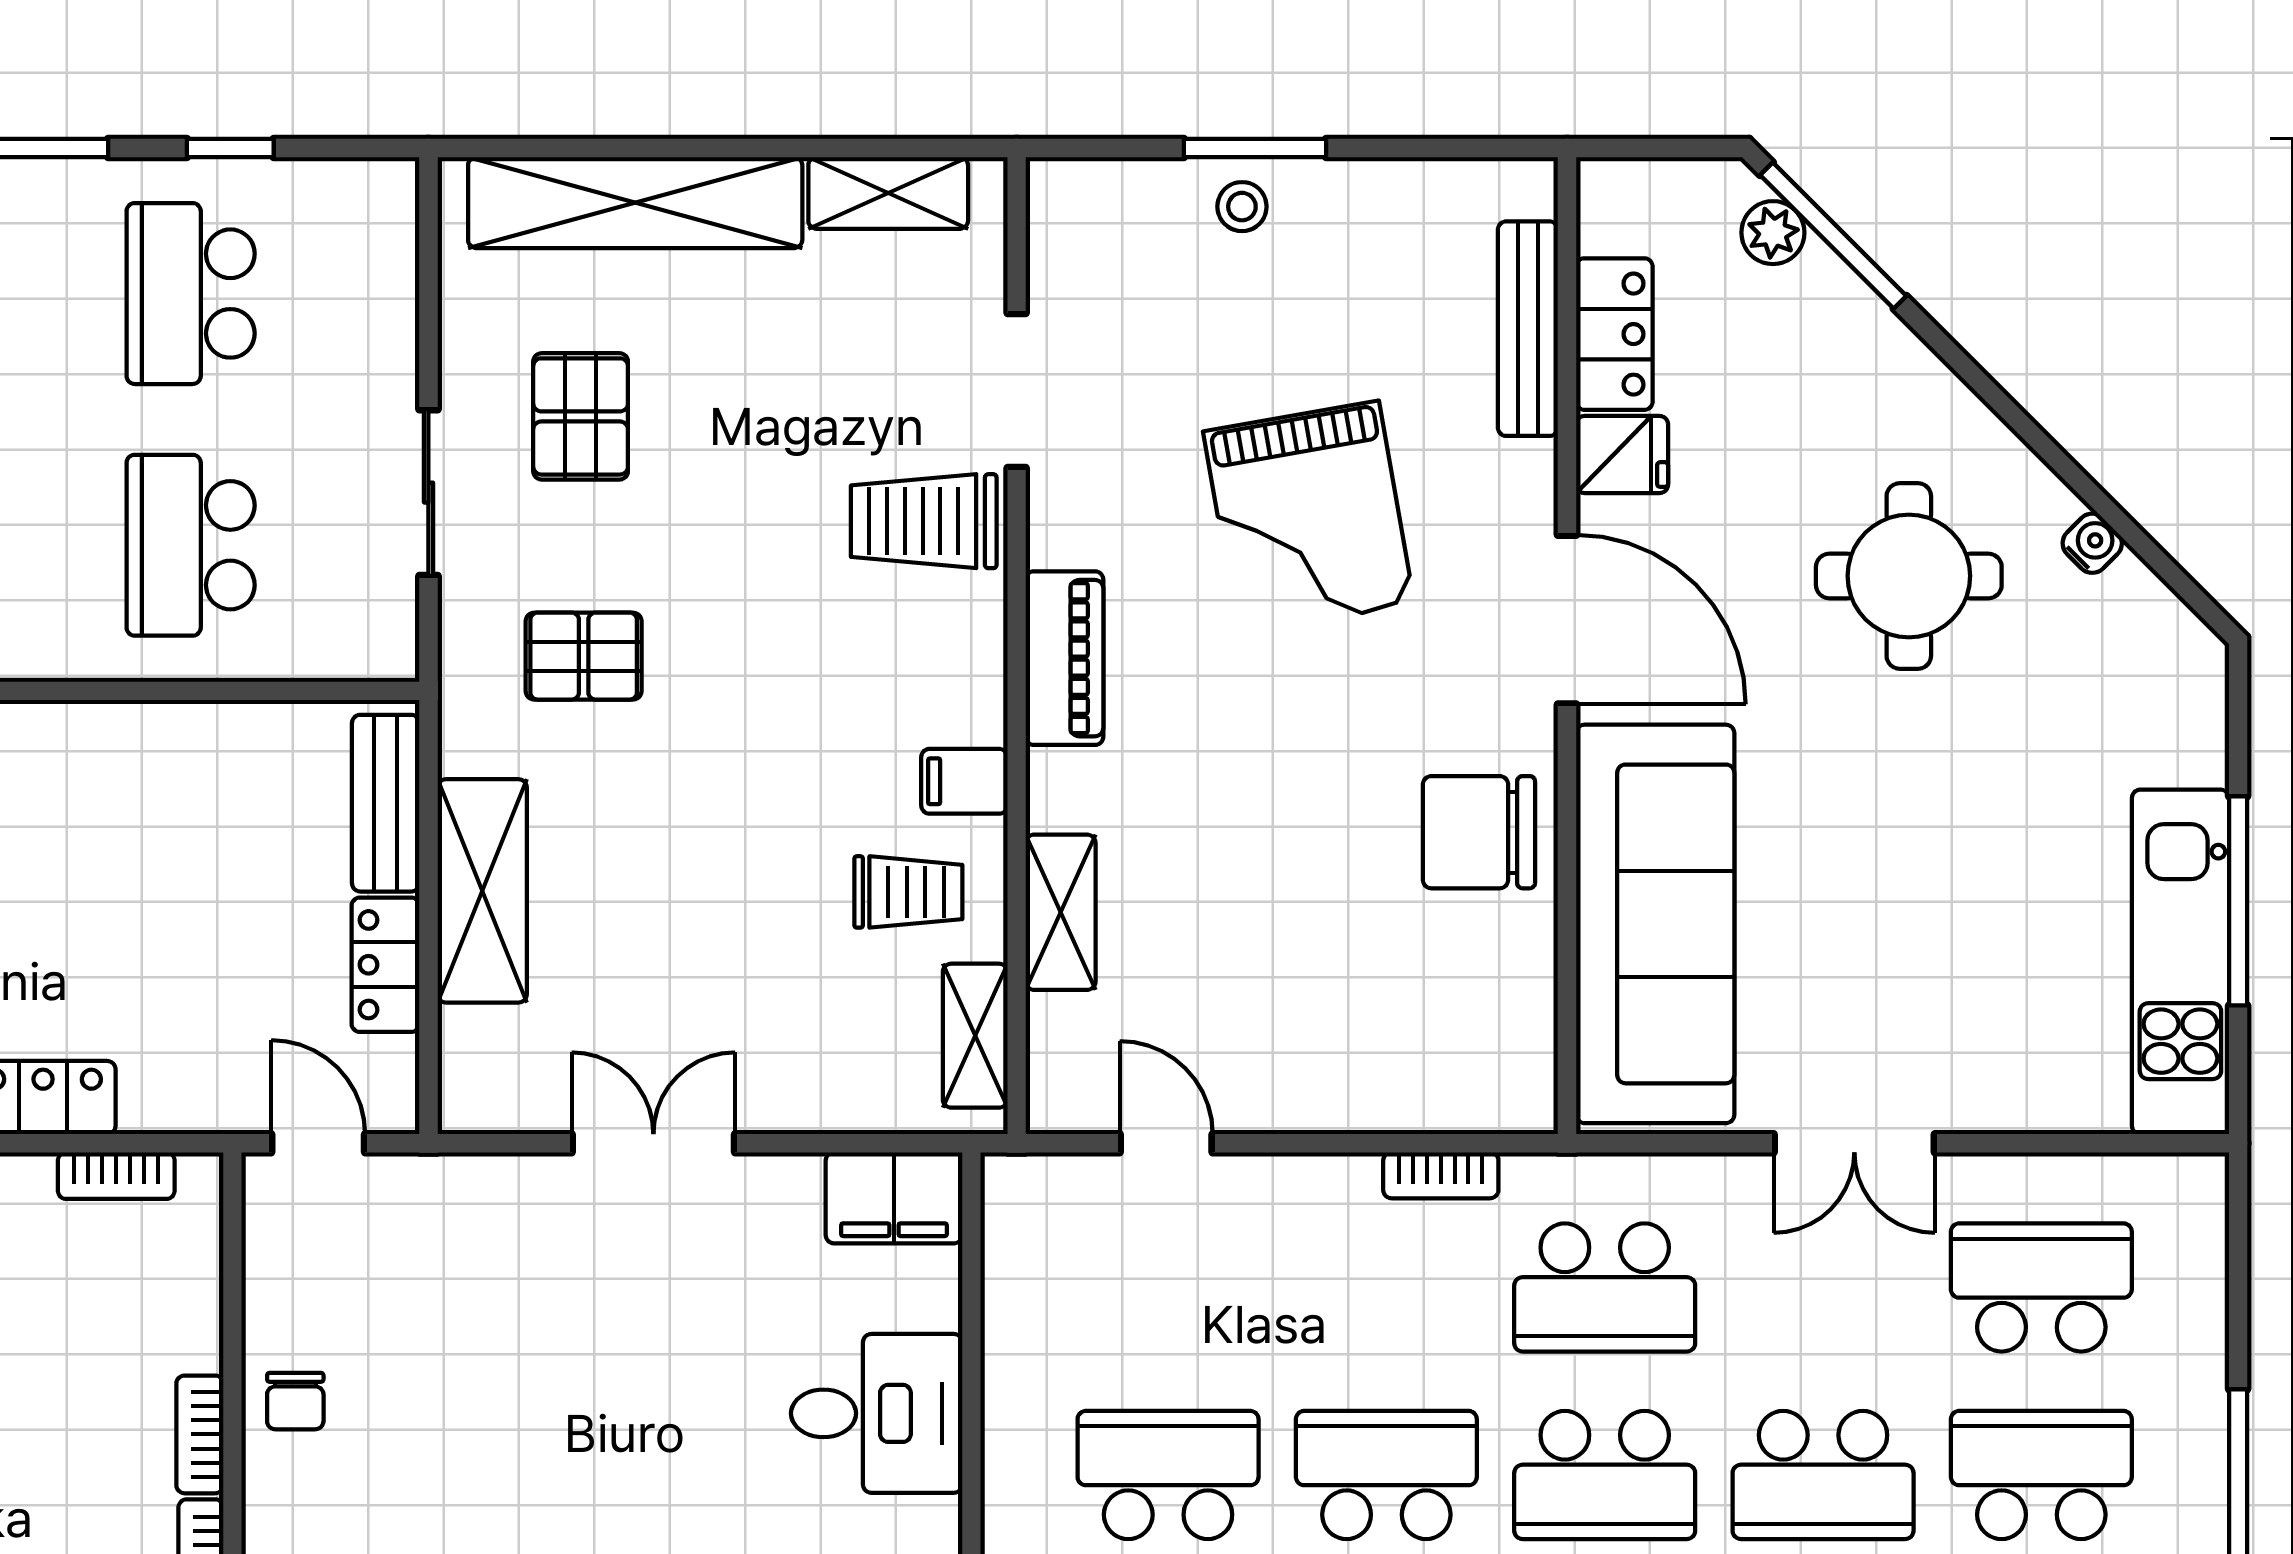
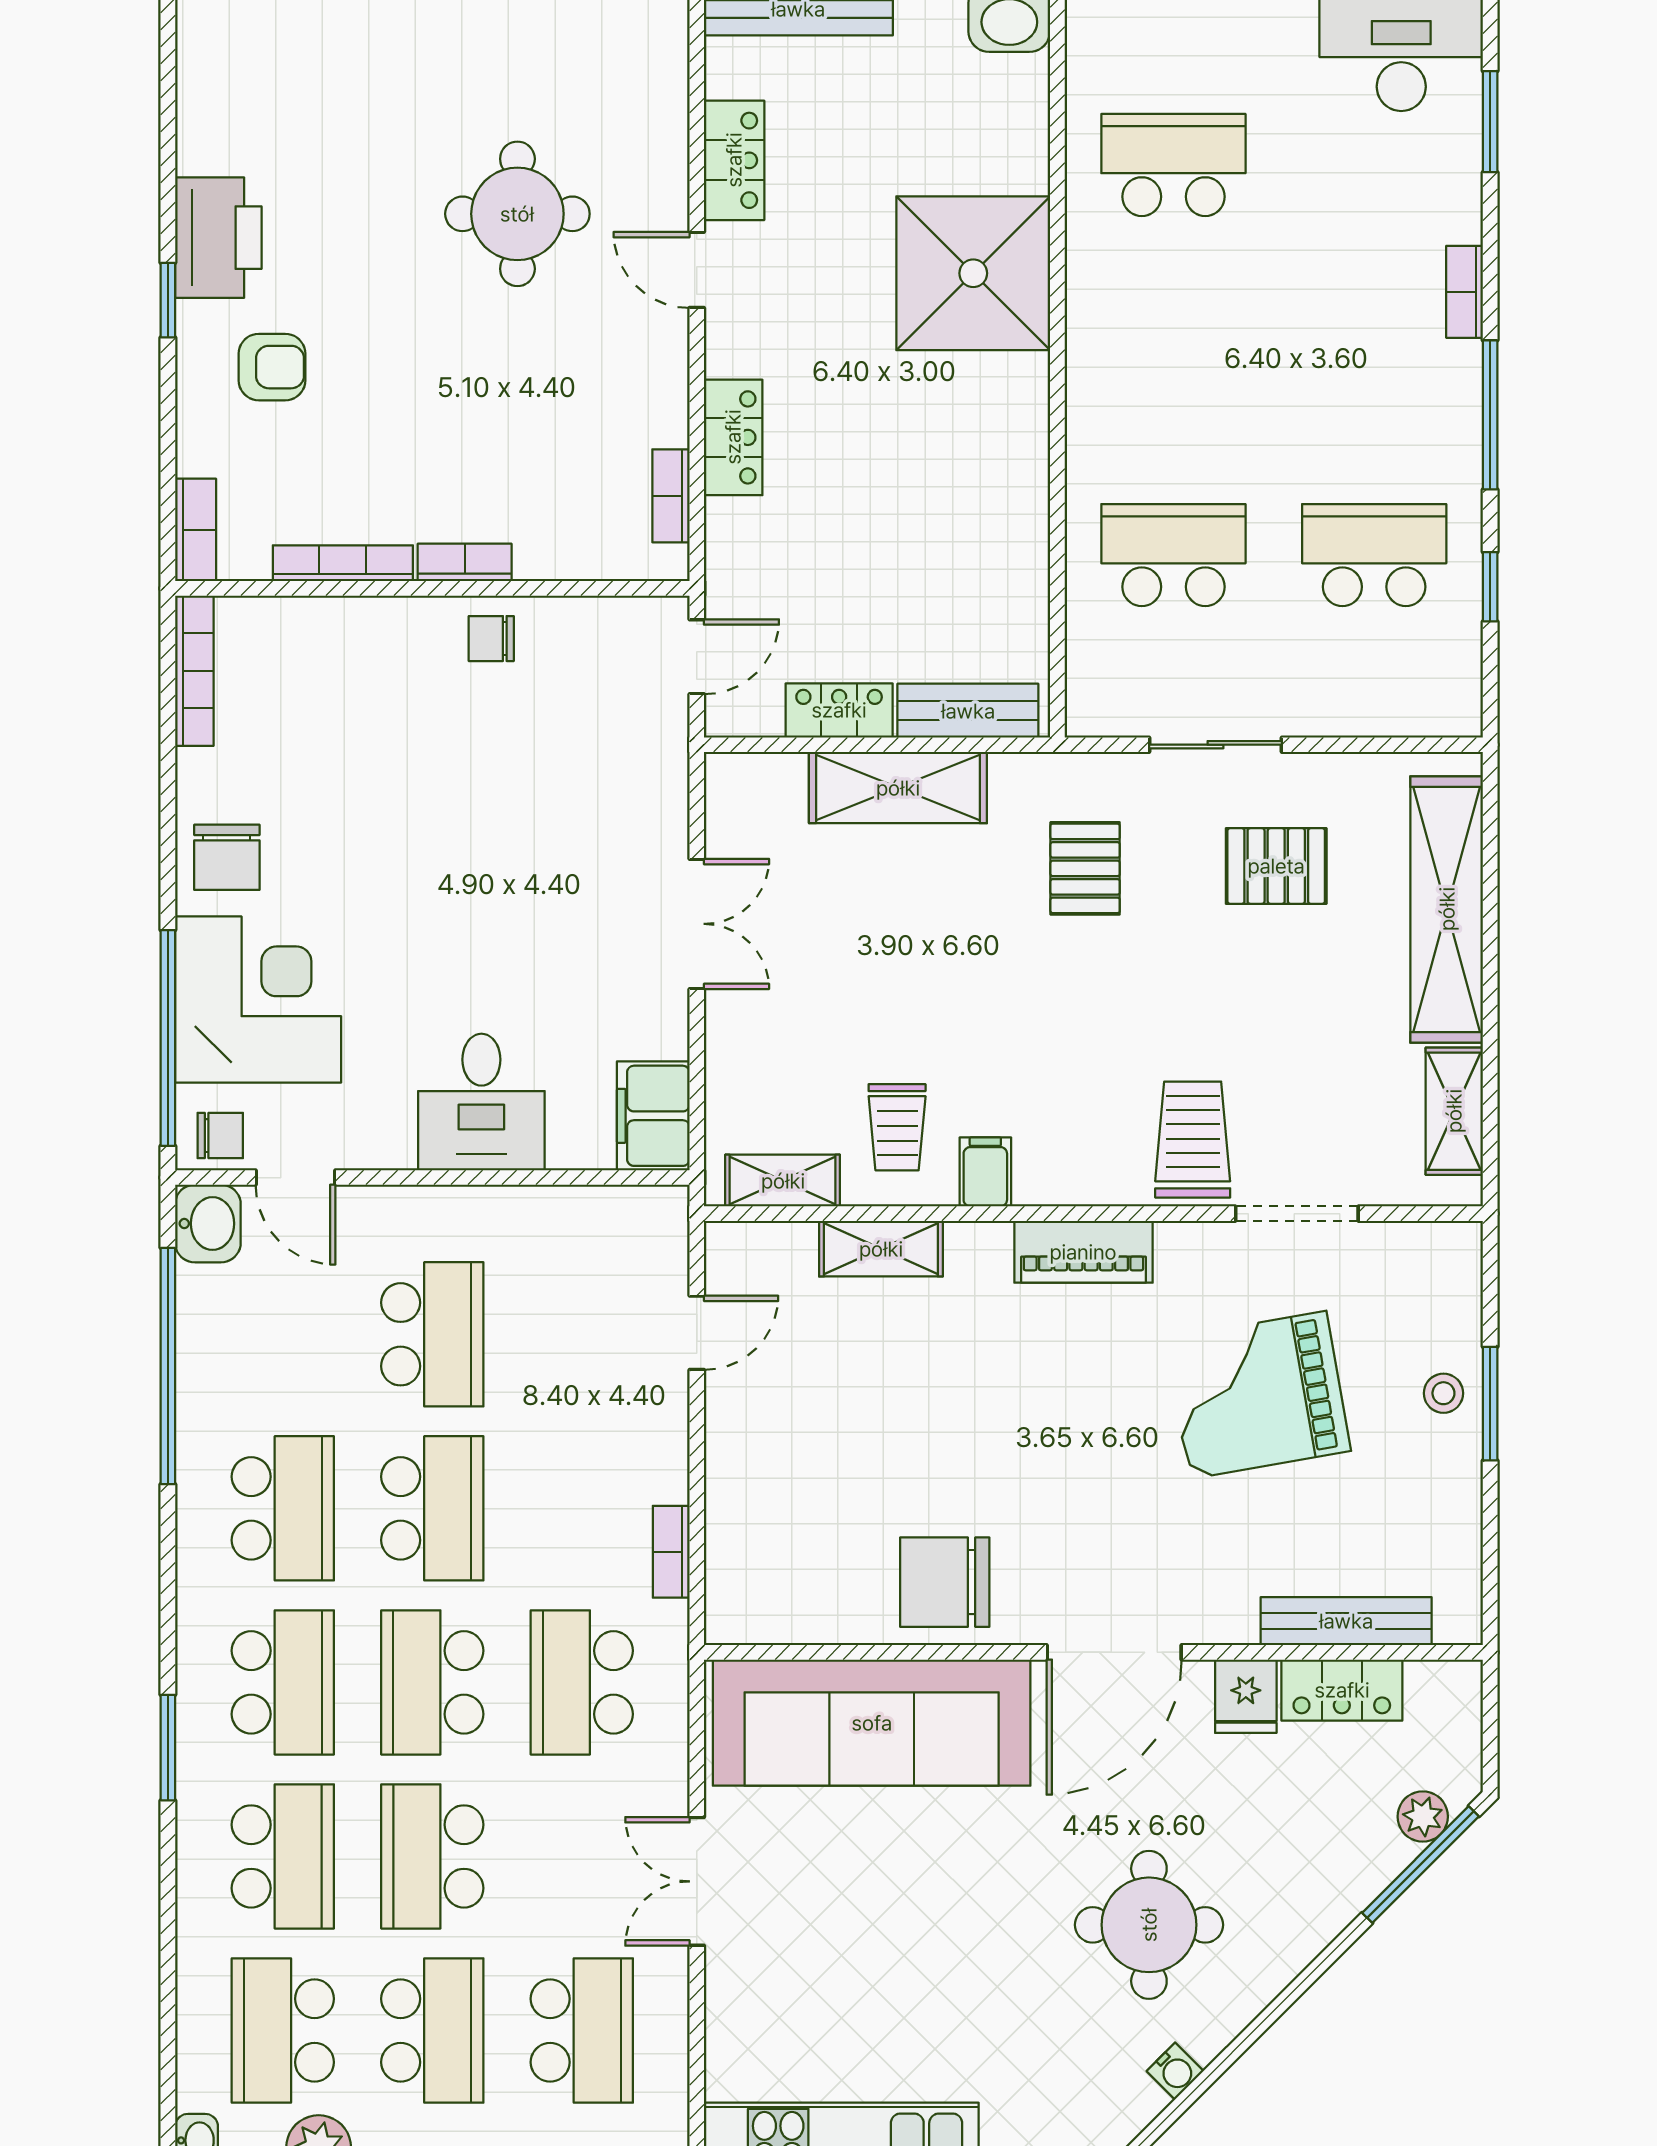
grand piano: (1309, 518) -> (1258, 1395), moved
chair: (1479, 832) -> (945, 1582), turned -90

